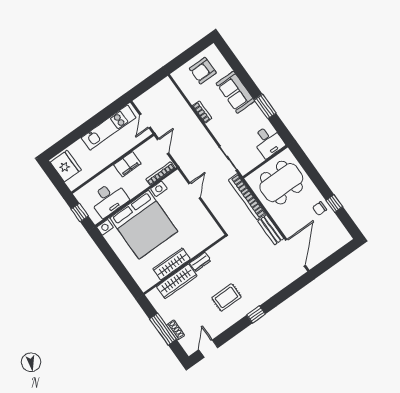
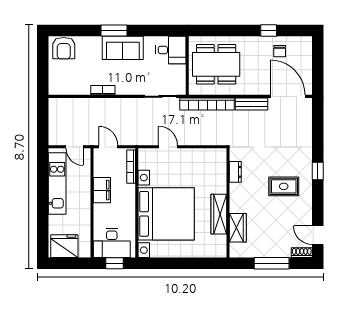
armchair: (203, 71) -> (64, 48), moved
sofa: (235, 92) -> (123, 48), moved
window: (265, 106) -> (114, 30), moved
dining table: (281, 183) -> (216, 64), turned 90
desk: (109, 199) -> (112, 243), moved, turned 90
chair: (320, 208) -> (280, 51), moved
dresser: (200, 262) -> (235, 172), moved
wardrobe: (177, 281) -> (238, 228), width x0.67
rug: (226, 297) -> (284, 186), turned 90
shoe rack: (176, 330) -> (302, 253), moved

